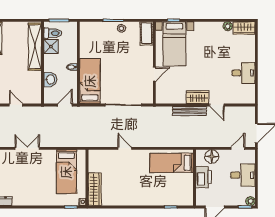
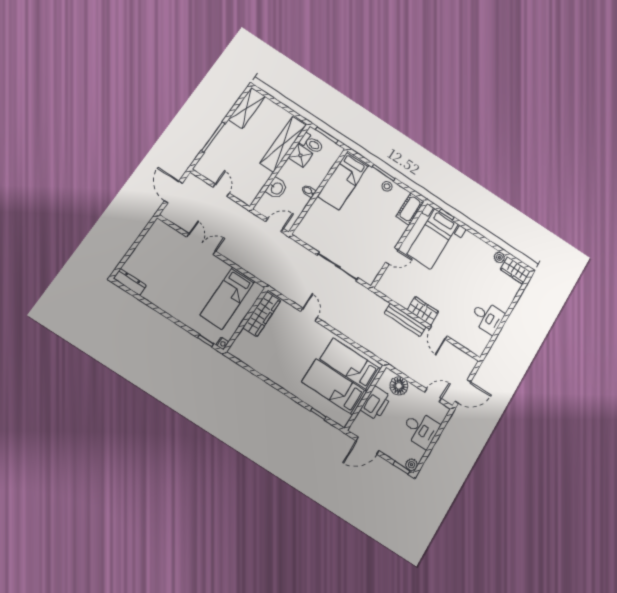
bed: (90, 81) -> (343, 180), moved, turned 180
bed: (170, 184) -> (334, 387), added
wardrobe: (95, 189) -> (262, 314), moved

